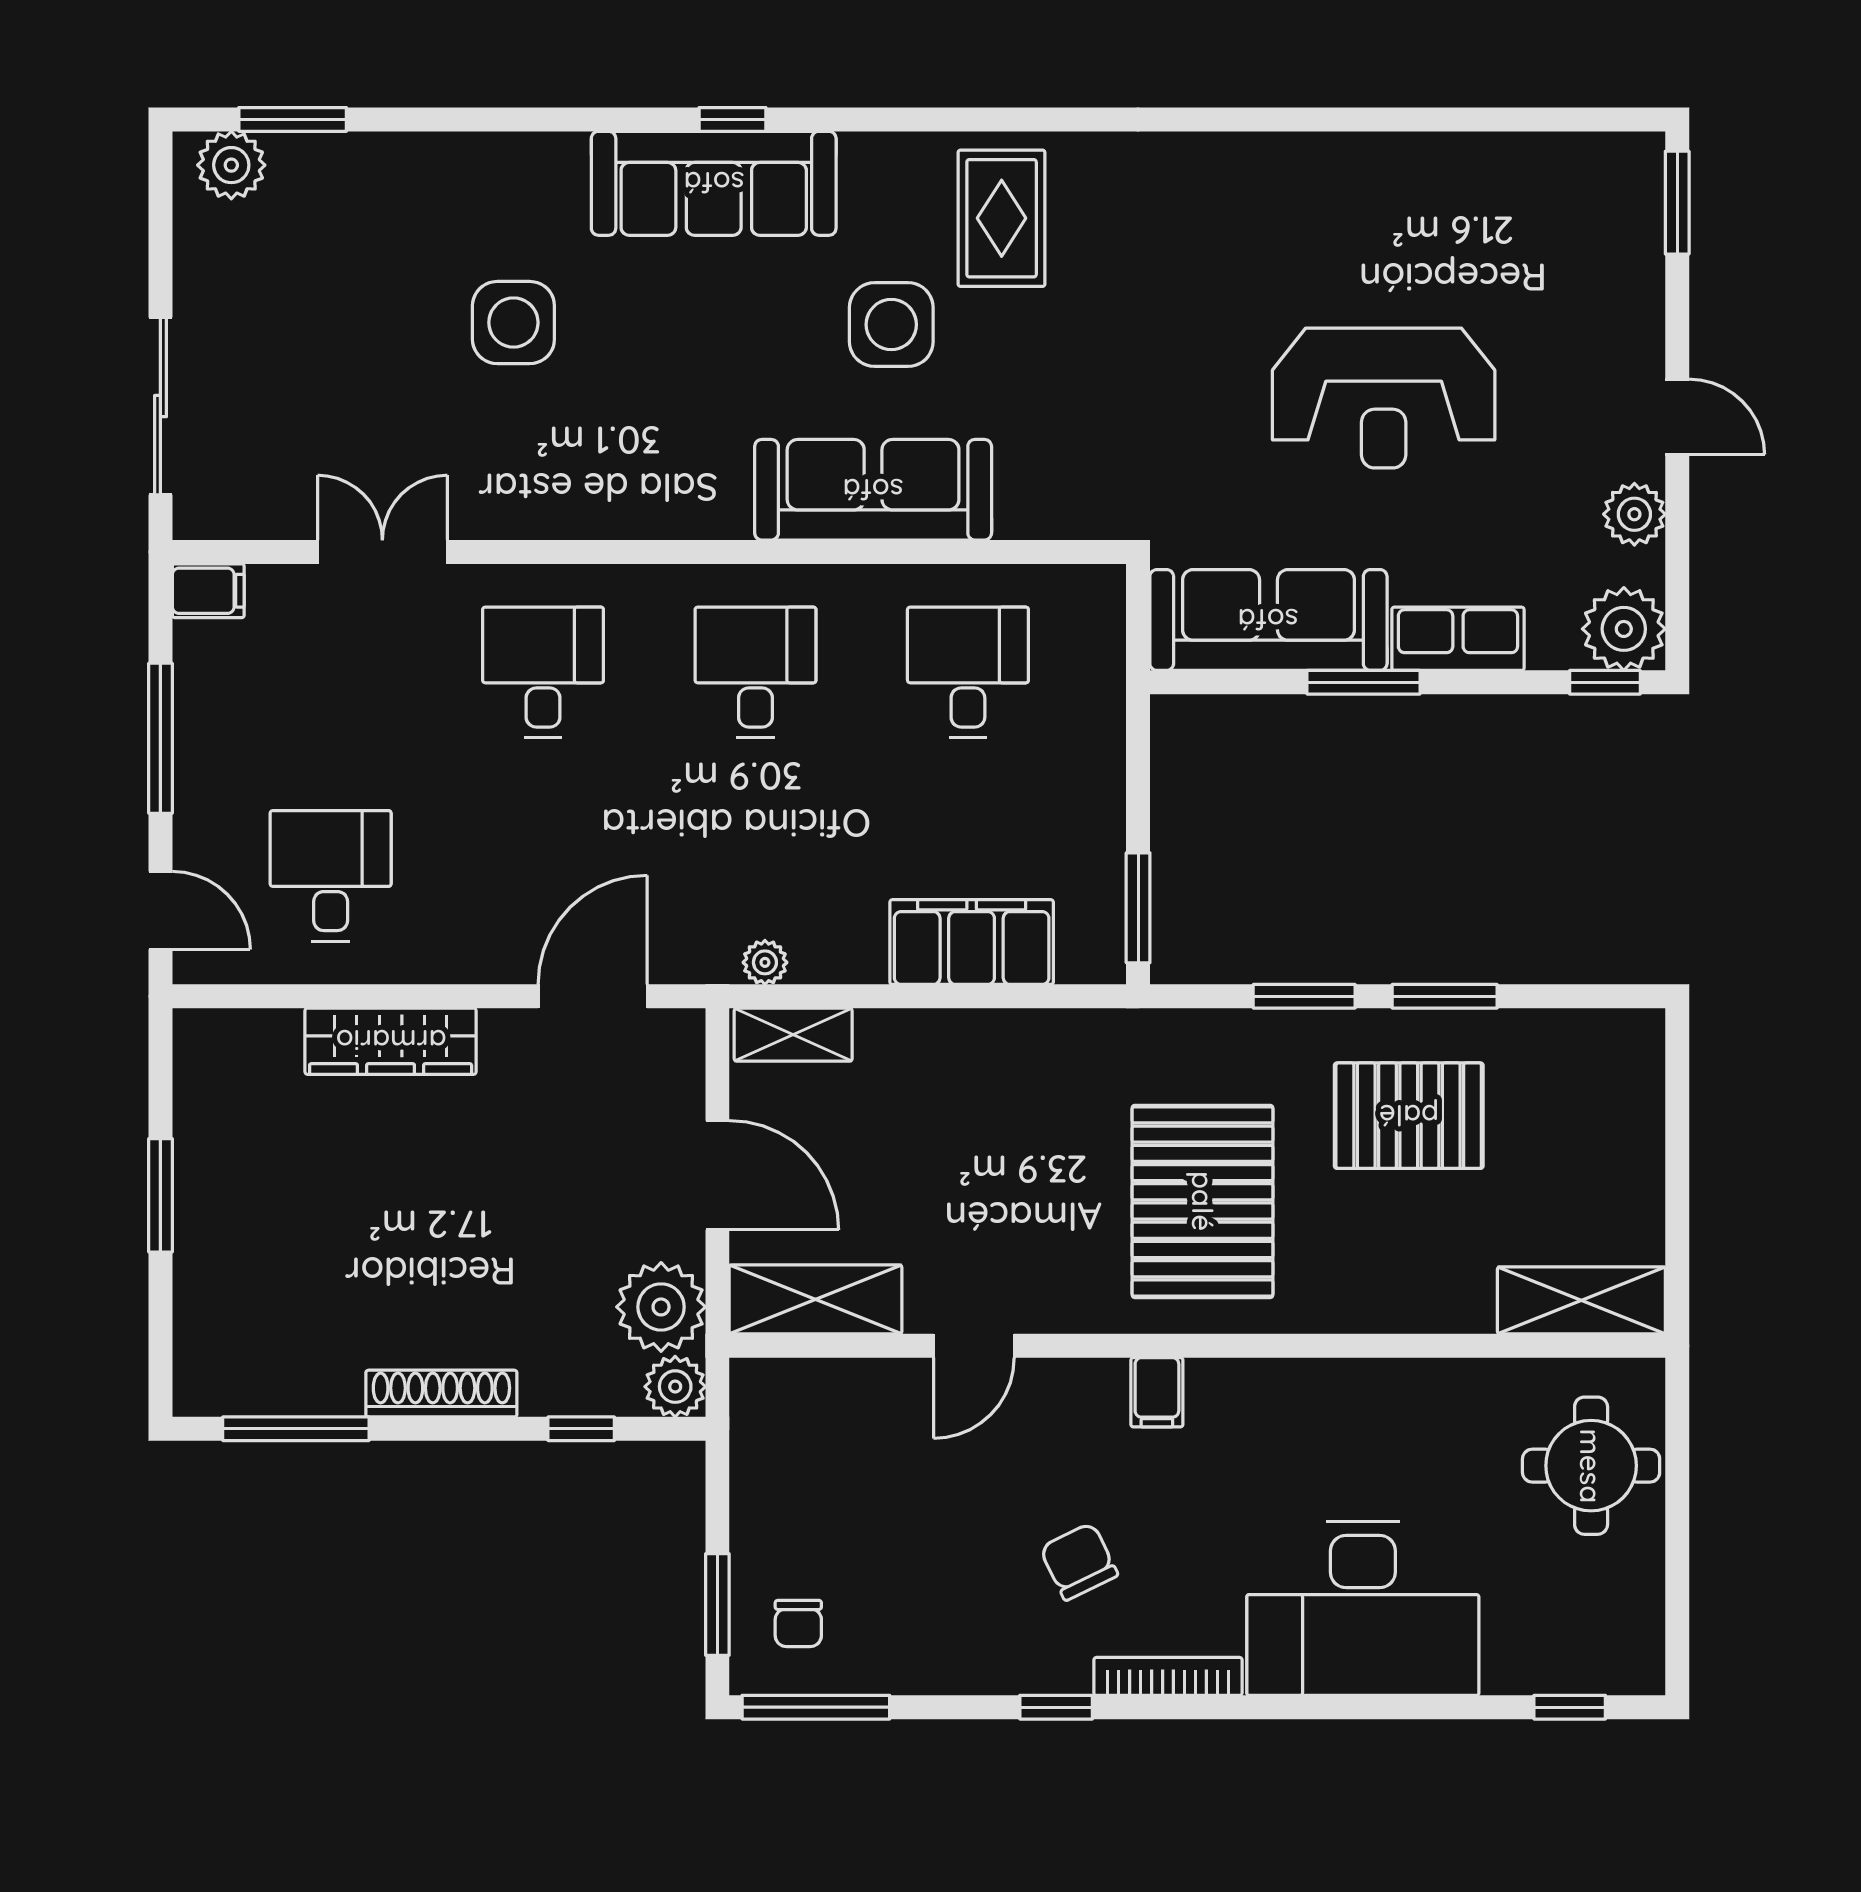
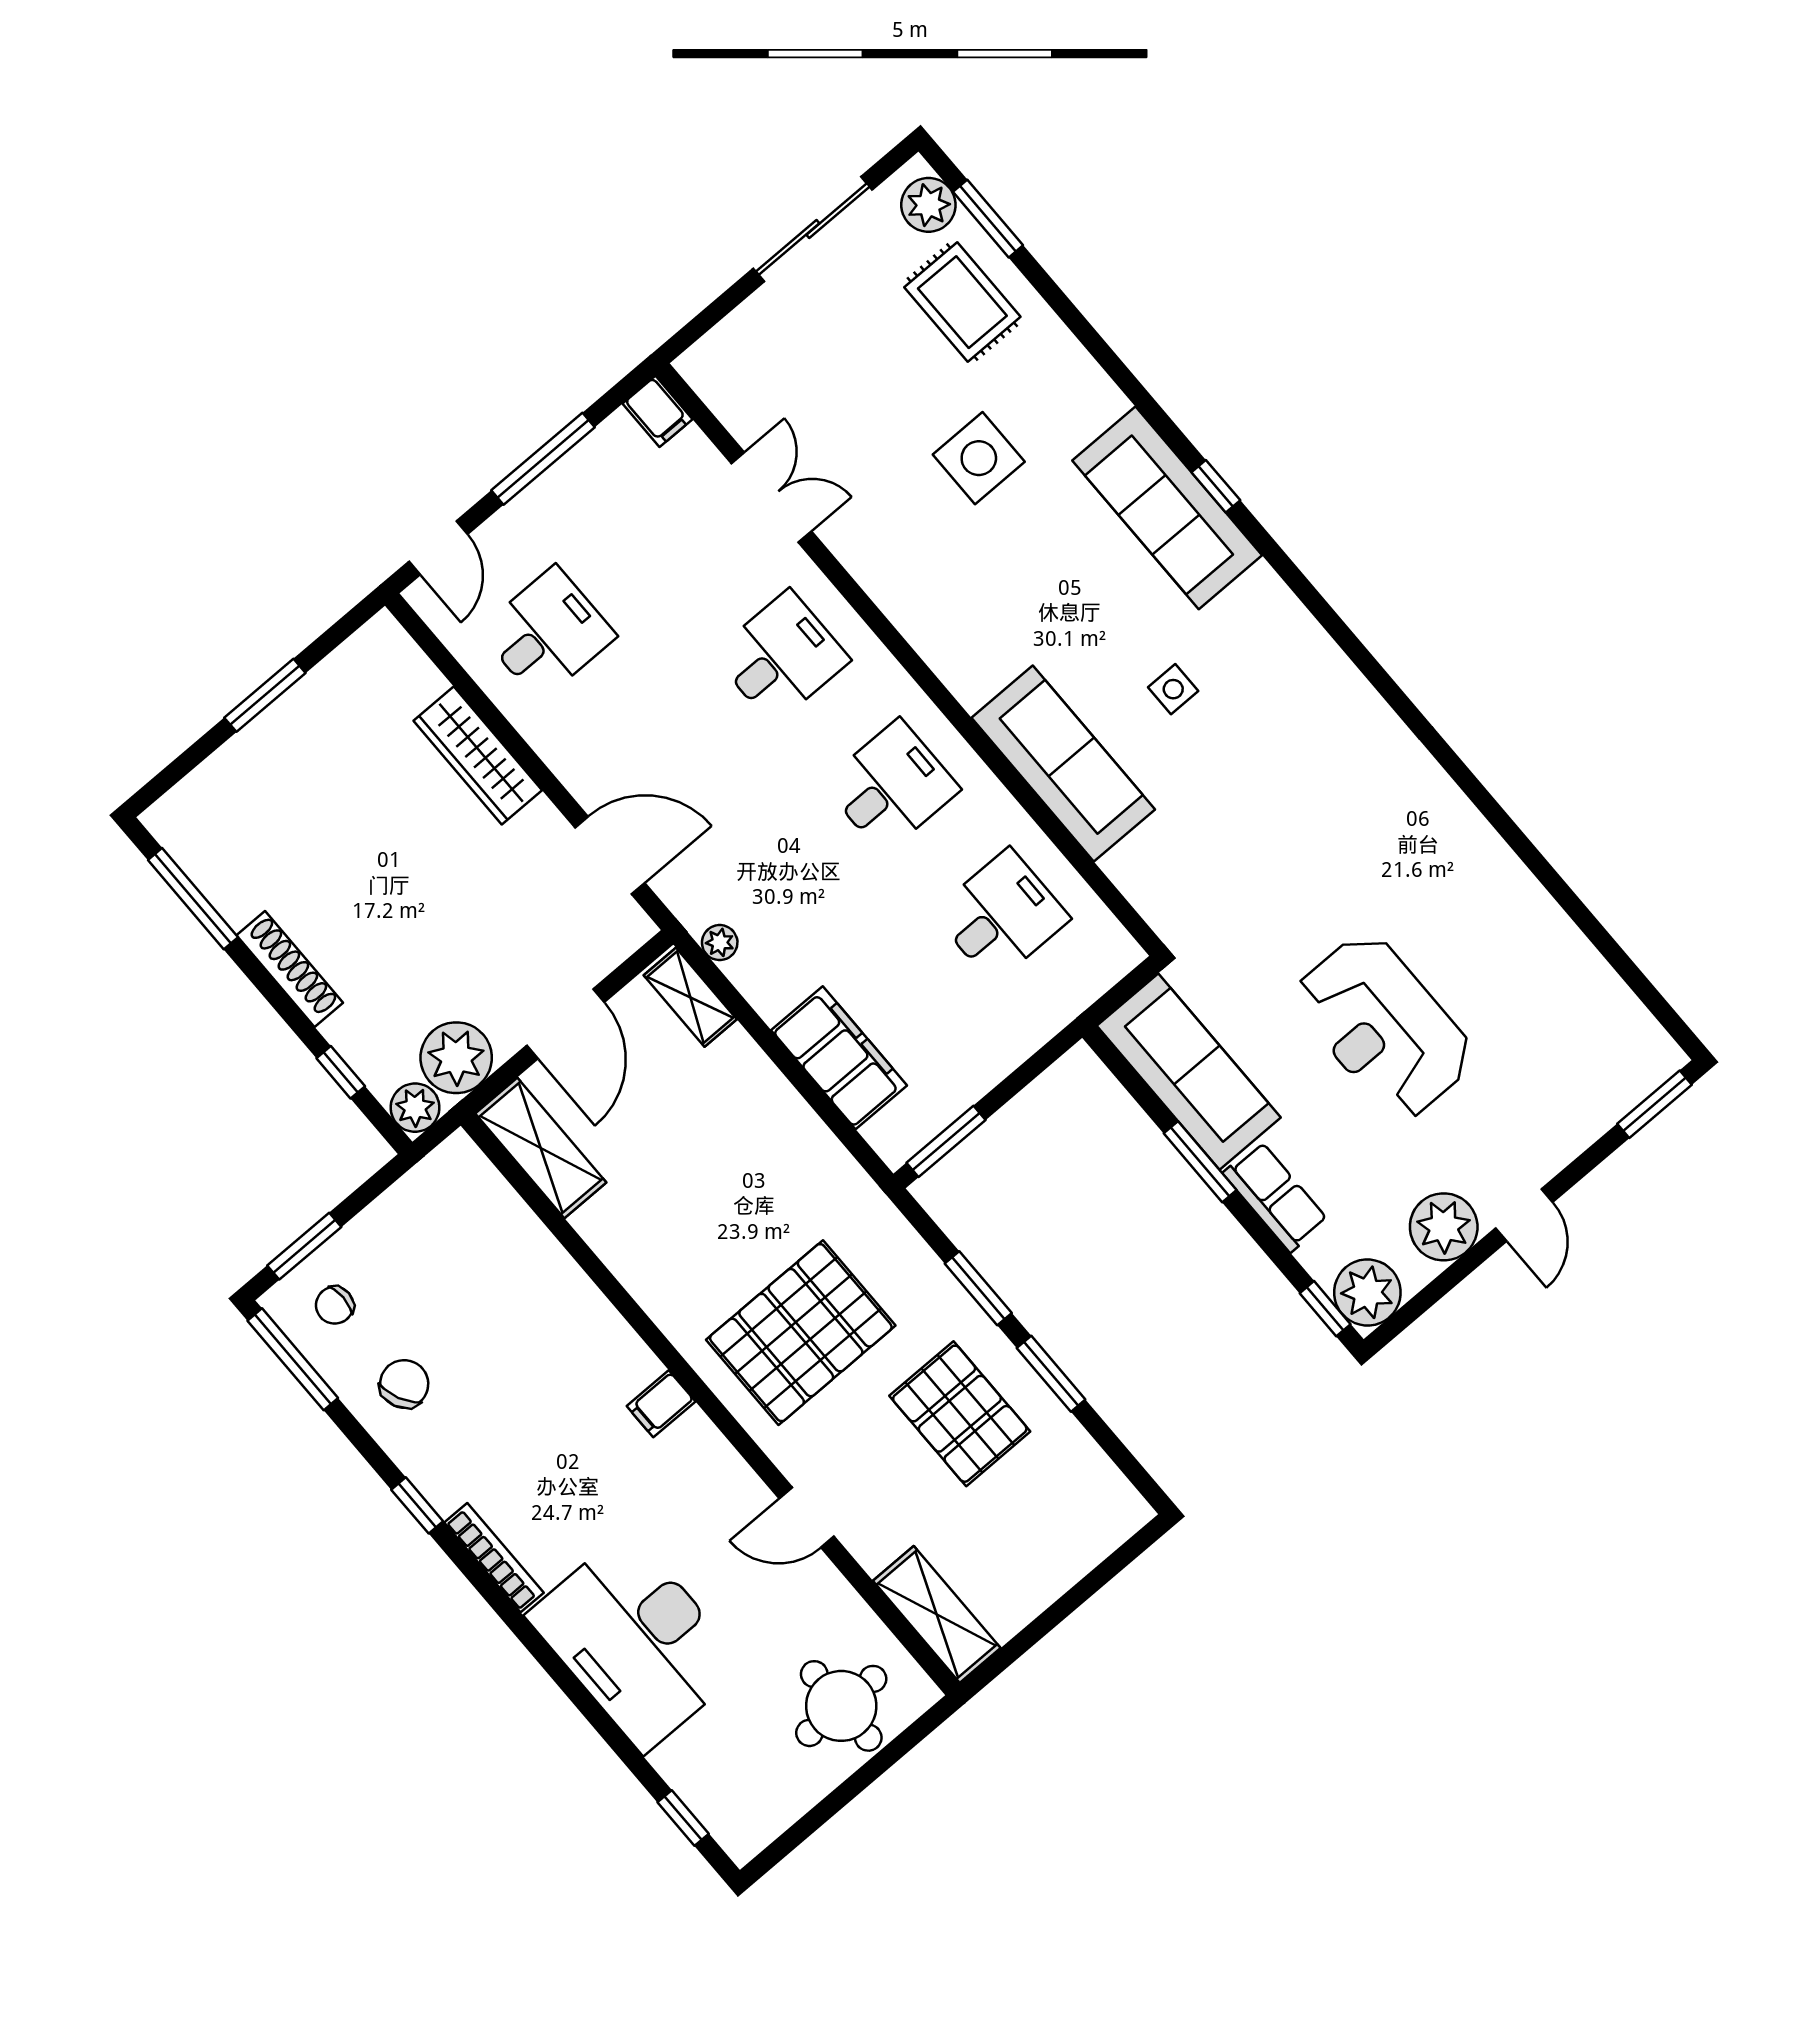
rug: (1002, 218) -> (962, 302), moved, turned 90
side table: (891, 325) -> (1173, 689), width x0.54, depth x0.54
sliding door: (160, 406) -> (813, 229), moved
plant: (1634, 514) -> (1444, 1227), width x1.36, depth x1.36
door: (974, 1346) -> (807, 1517), moved
chair: (1079, 1561) -> (404, 1384), moved

